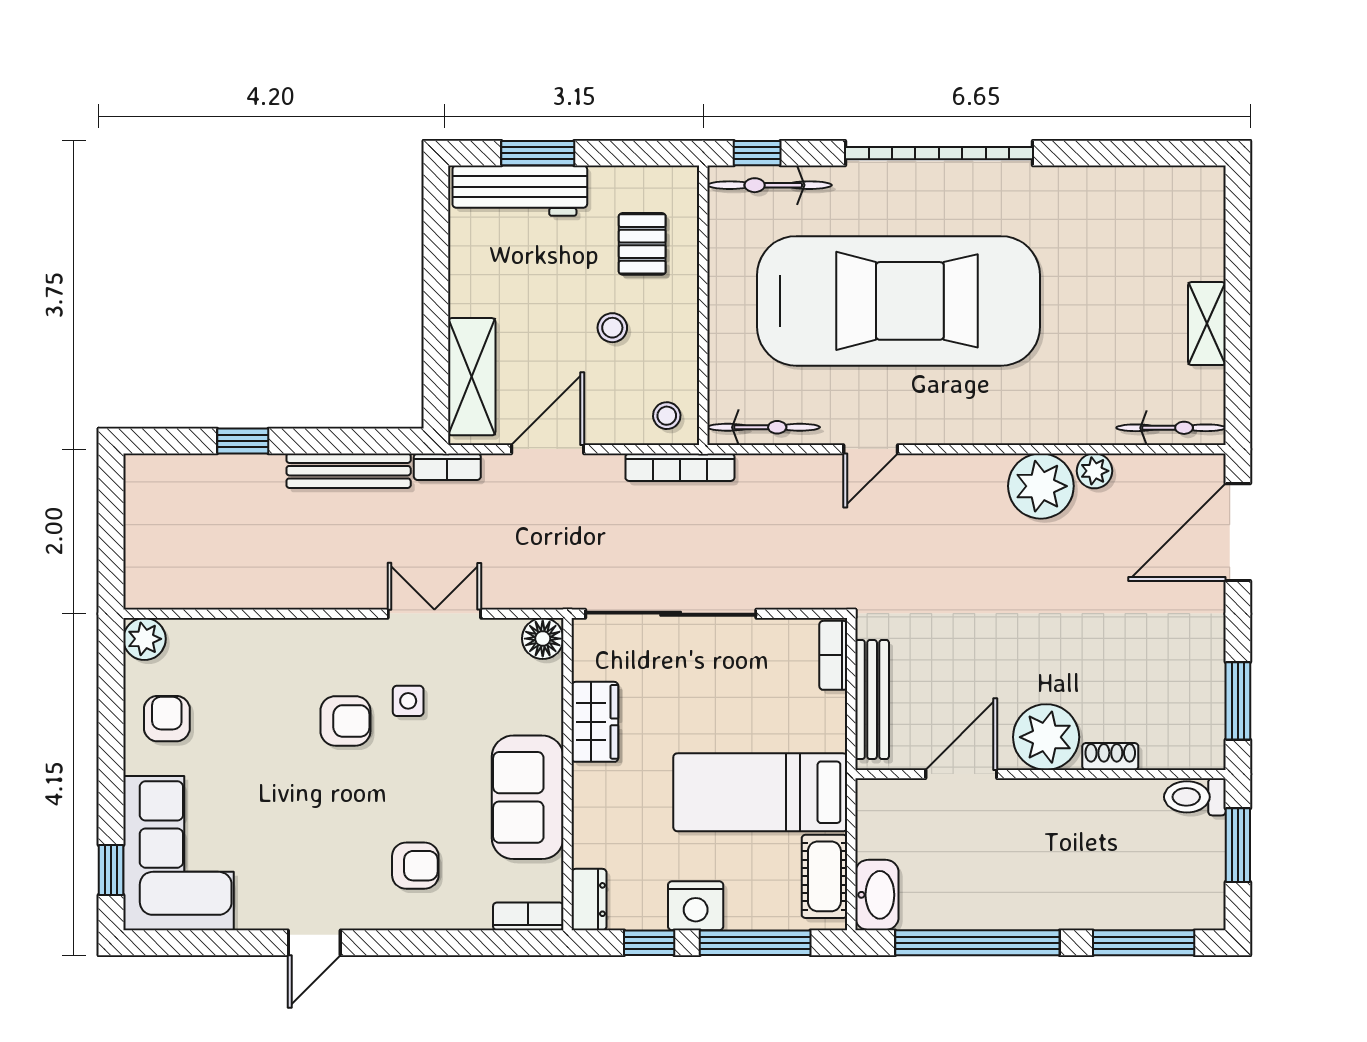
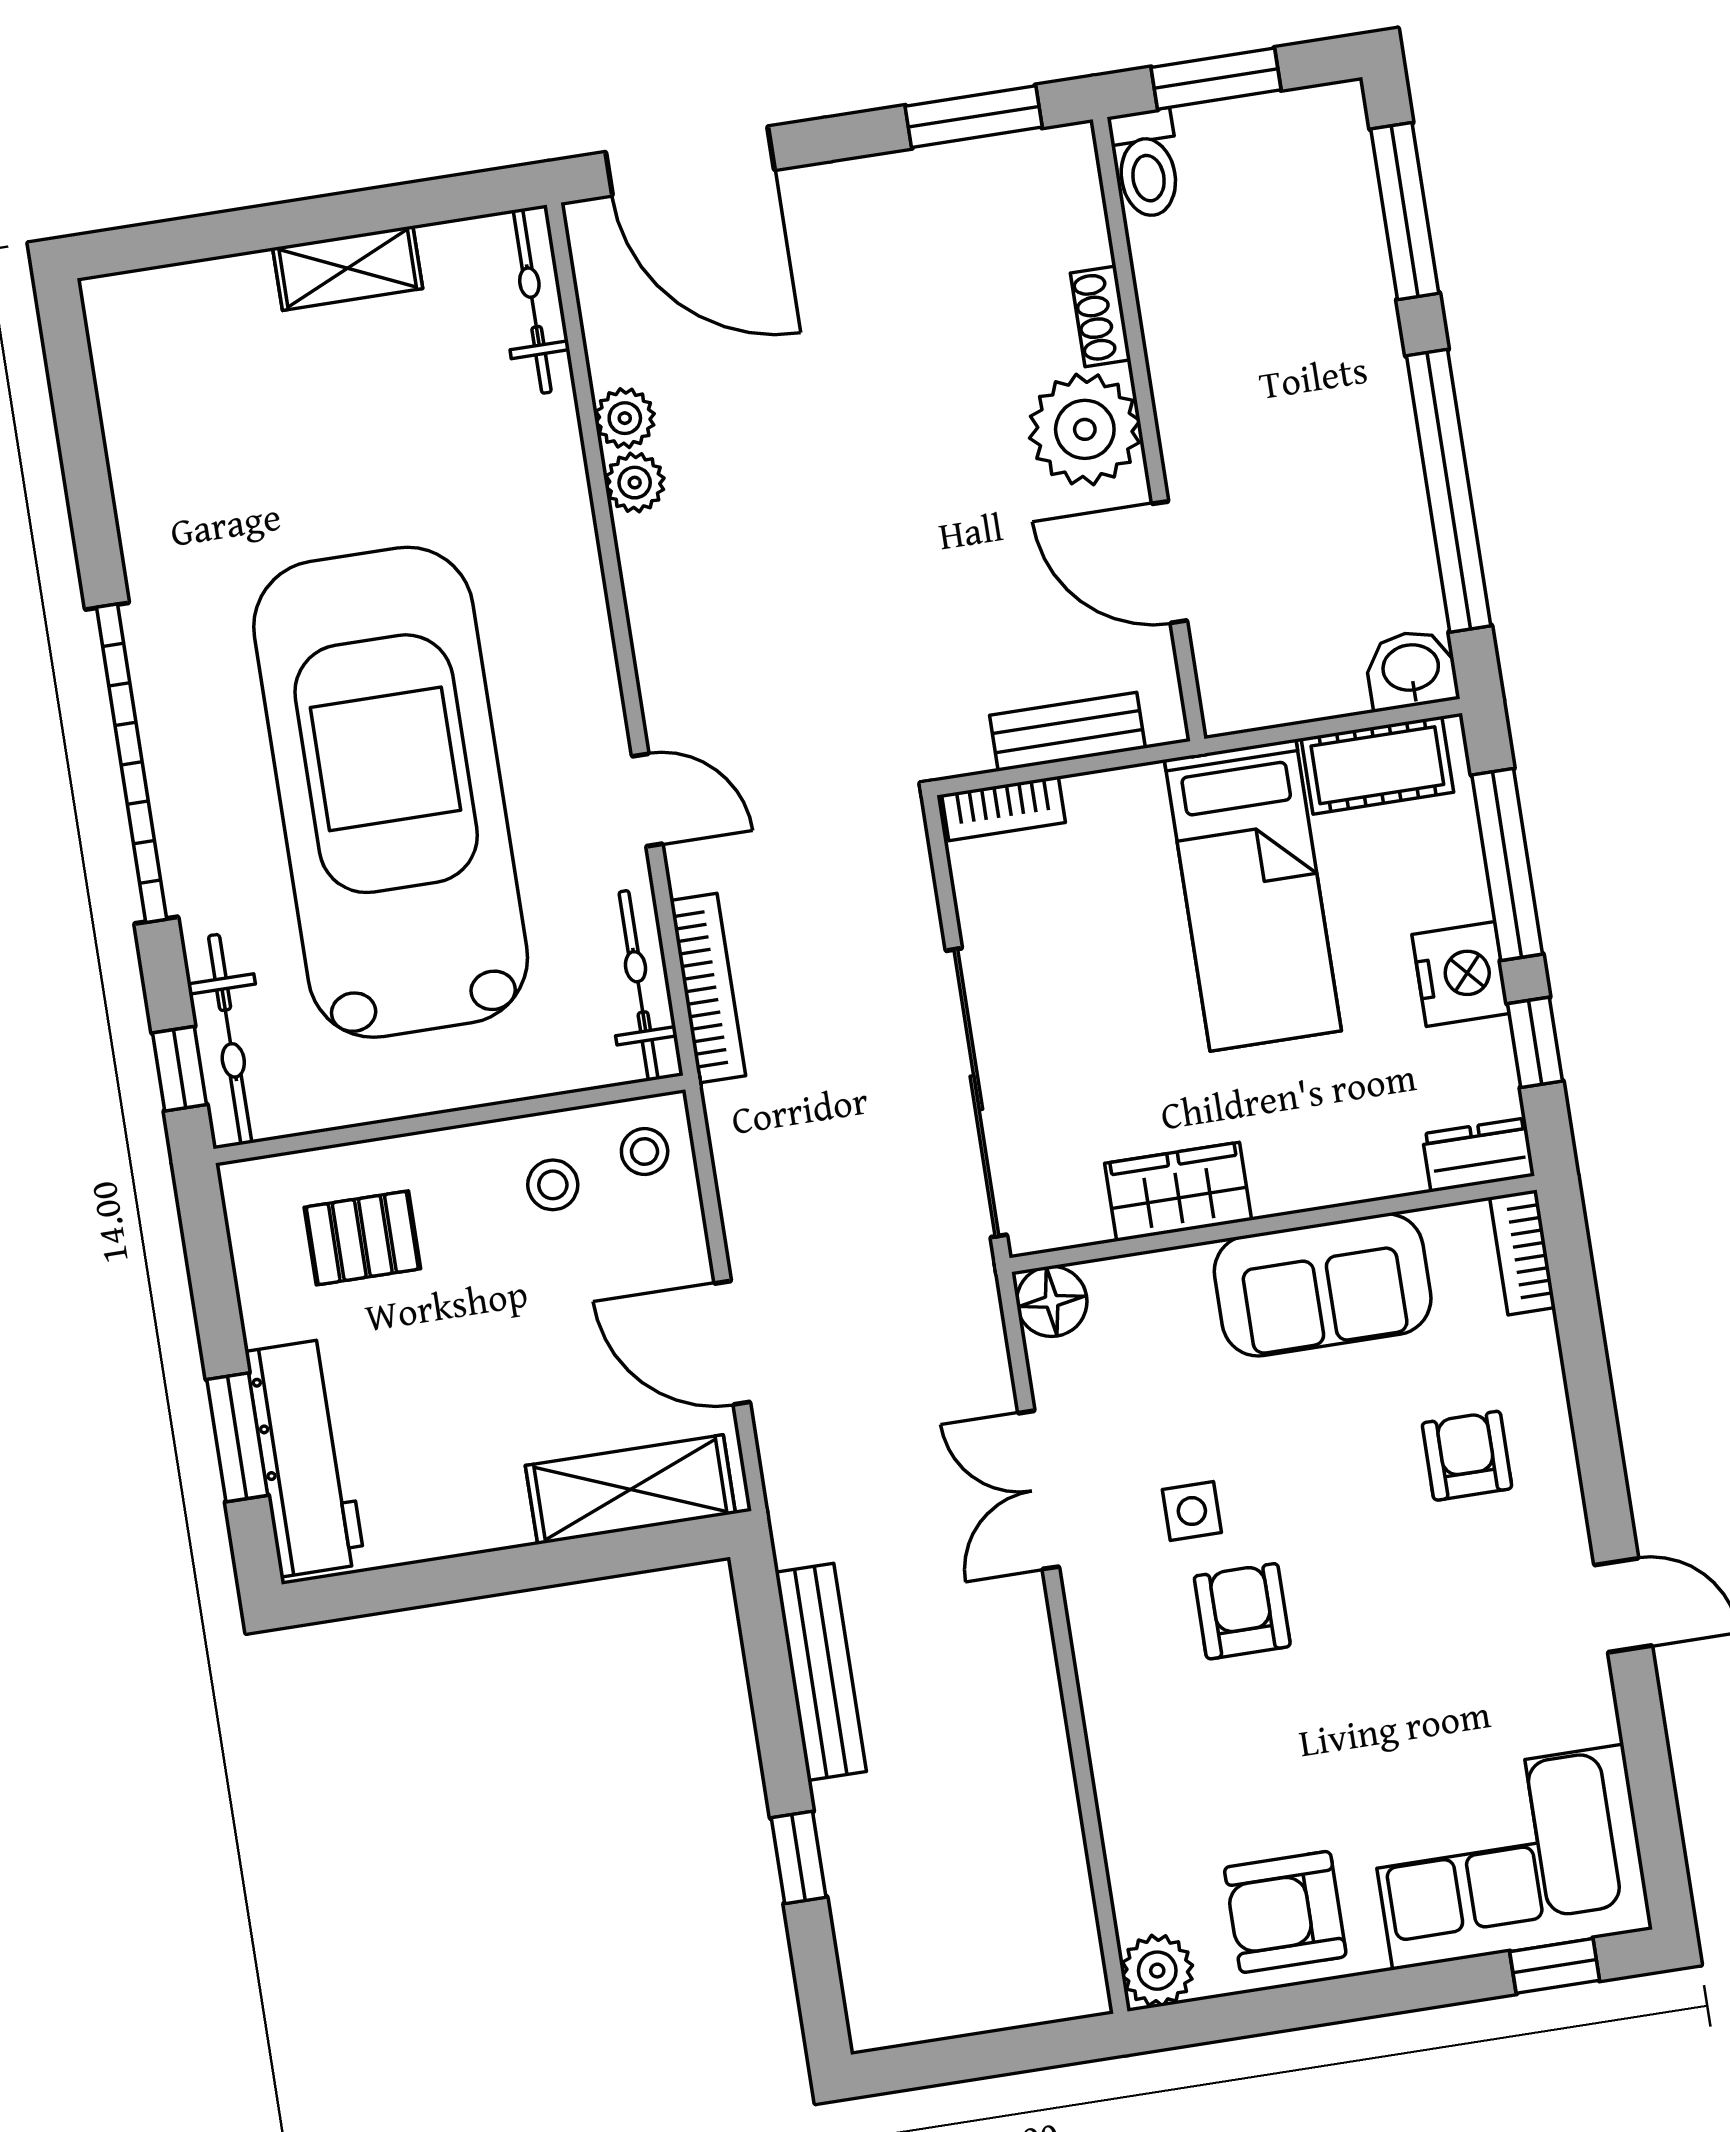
stool: (612, 328) -> (553, 1185), moved
bookcase: (447, 467) -> (788, 1507), removed
bookcase: (680, 467) -> (708, 988), moved
plant: (1041, 486) -> (635, 483), width x0.53, depth x0.53
bench: (872, 700) -> (1068, 732), width x0.73
armchair: (167, 719) -> (1285, 1912), width x1.38, depth x1.38
washbasin: (877, 895) -> (1411, 670), width x0.72

